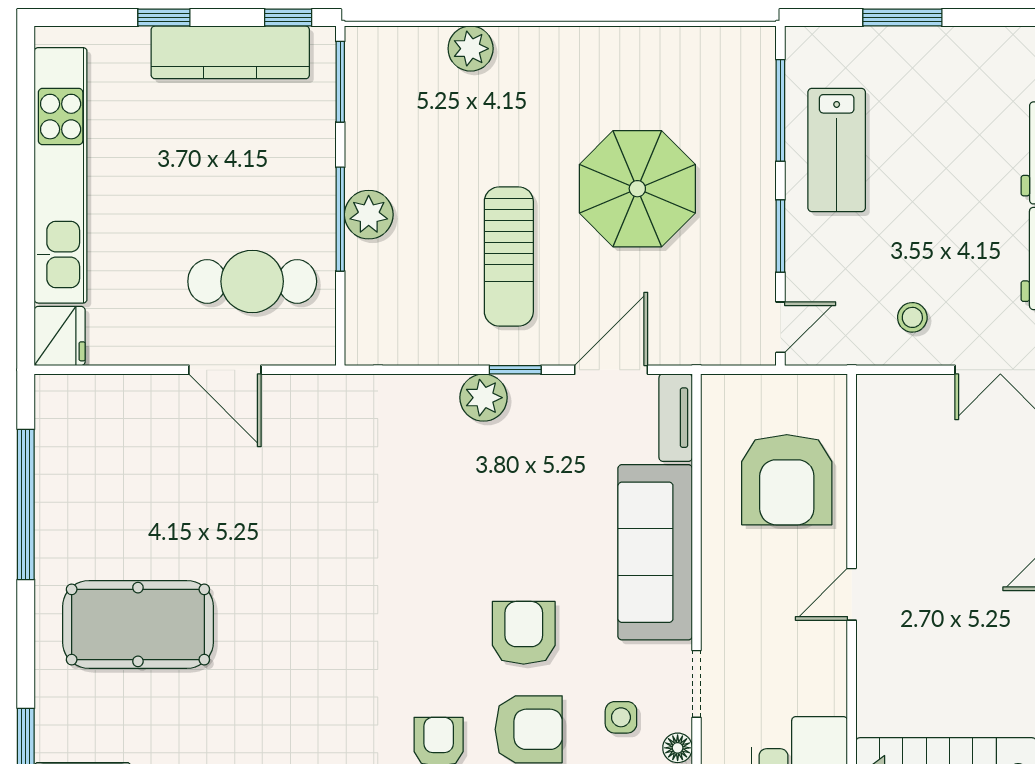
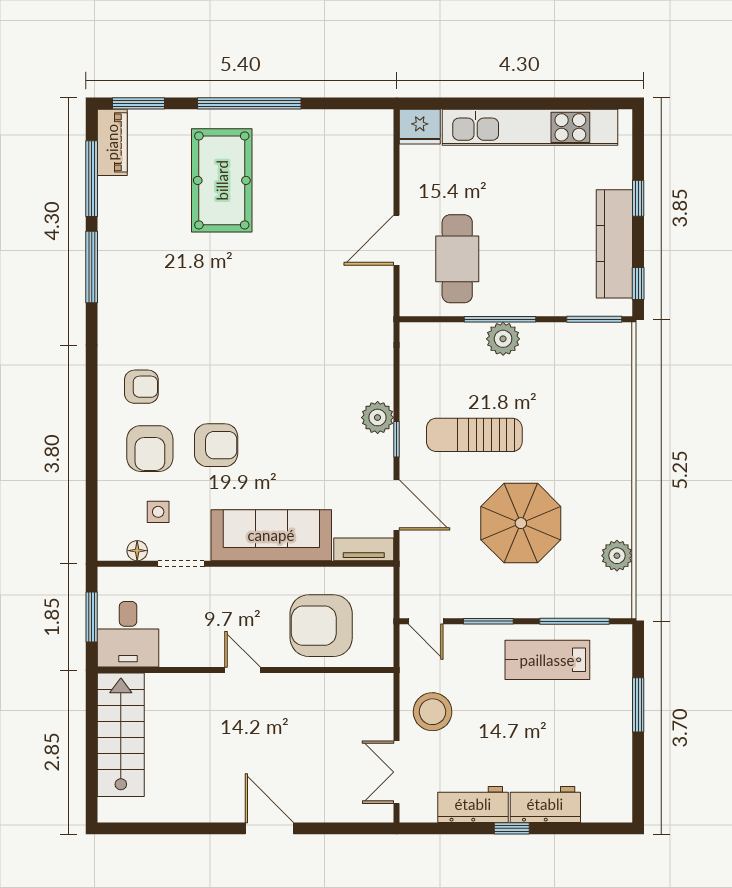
plant: (471, 49) -> (617, 556), moved
stool: (912, 317) -> (433, 712), width x1.89, depth x1.89
window: (26, 504) -> (249, 103), moved

